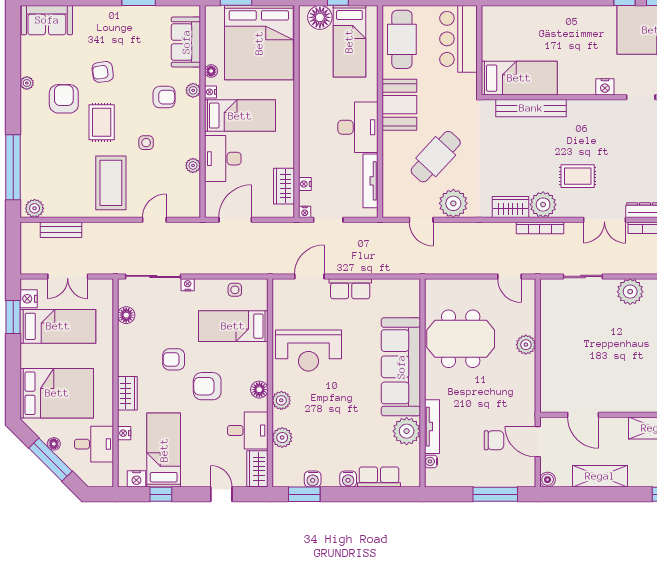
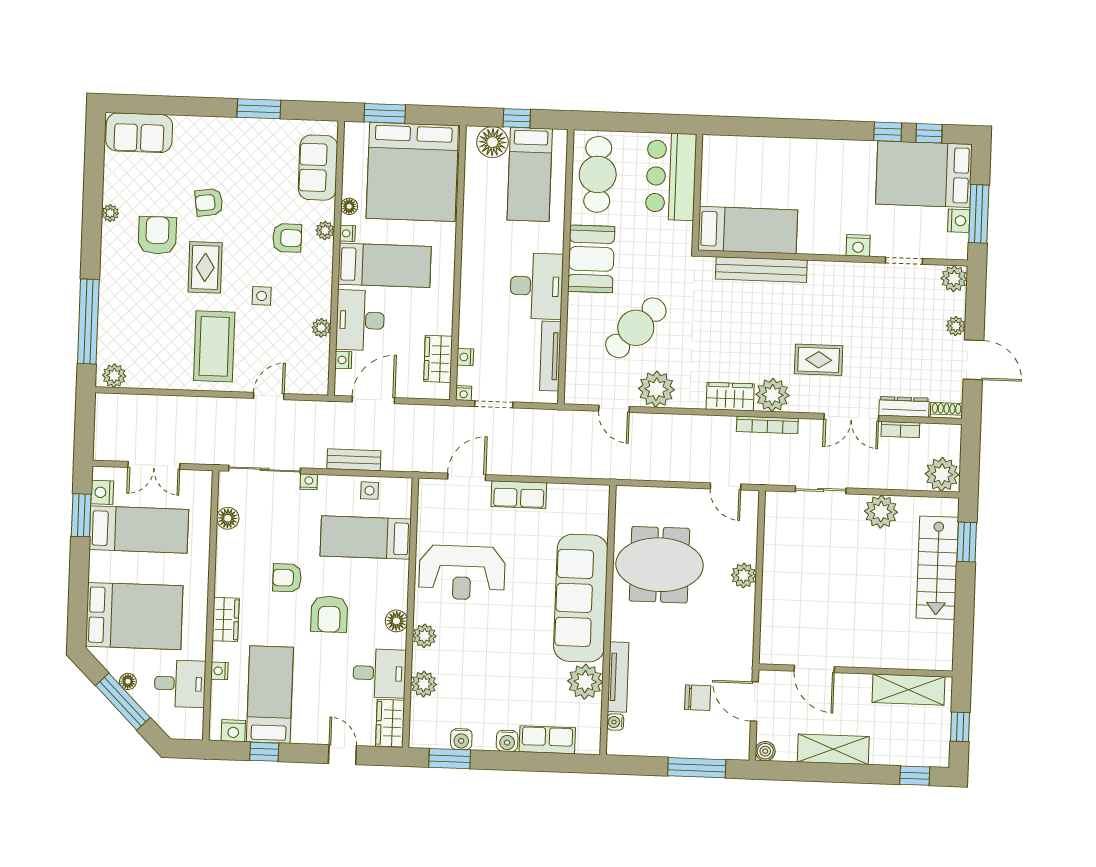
nightstand: (211, 190) -> (343, 360), added
bench: (61, 230) -> (354, 460), moved
armchair: (207, 386) -> (329, 614), turned -90

